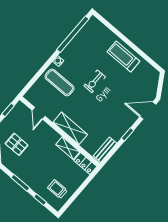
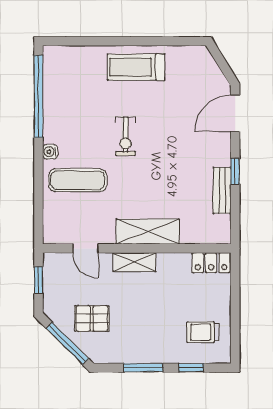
shelving: (68, 148) -> (135, 262), moved
bench: (105, 150) -> (222, 190), moved

